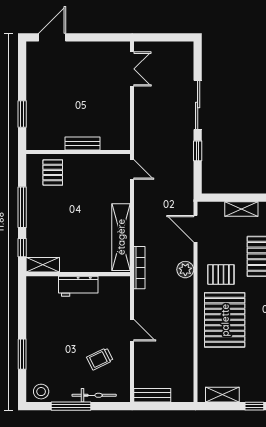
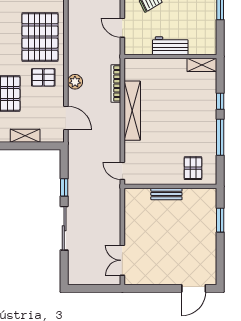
shelving: (43, 265) -> (202, 65), moved
wall: (78, 274) -> (170, 56), moved
workbench: (78, 286) -> (170, 46), moved

